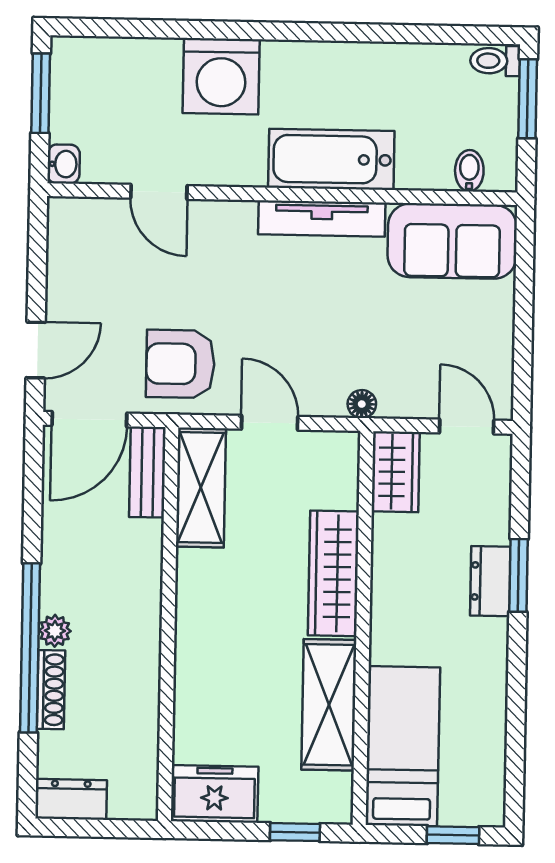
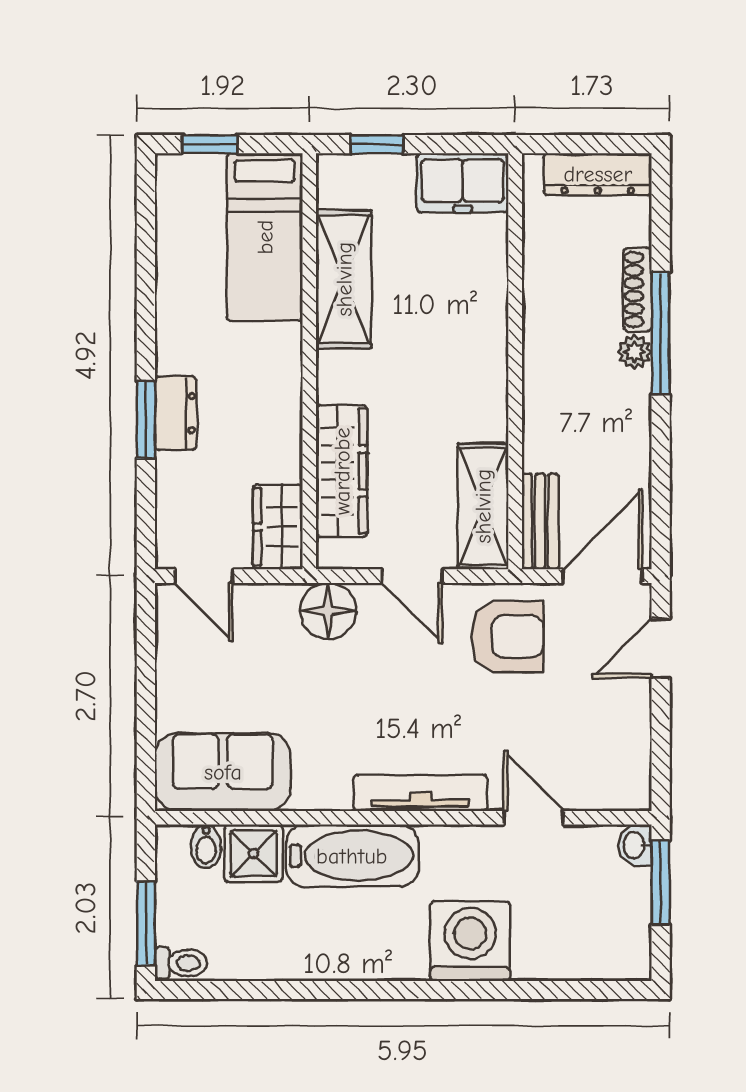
window: (41, 93) -> (661, 882), moved
shower: (425, 163) -> (254, 853), added
tv unit: (322, 218) -> (420, 793), moved
floor lamp: (362, 404) -> (328, 611), width x1.89, depth x1.89
wardrobe: (333, 573) -> (342, 471), moved
window: (30, 648) -> (661, 333), width x0.68
dresser: (71, 799) -> (598, 174), width x1.44

